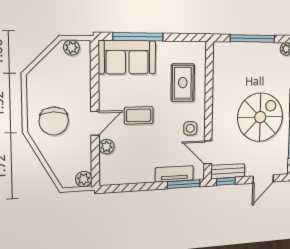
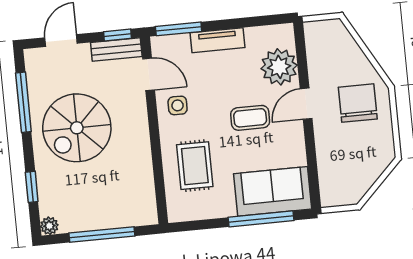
plant: (71, 47) -> (344, 196), removed
plant: (106, 147) -> (279, 67), width x1.88, depth x1.88
tv unit: (174, 174) -> (217, 40), moved
plant: (84, 179) -> (314, 31), removed

